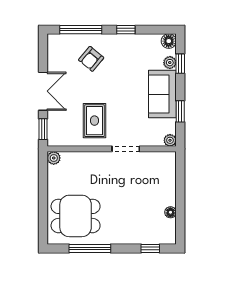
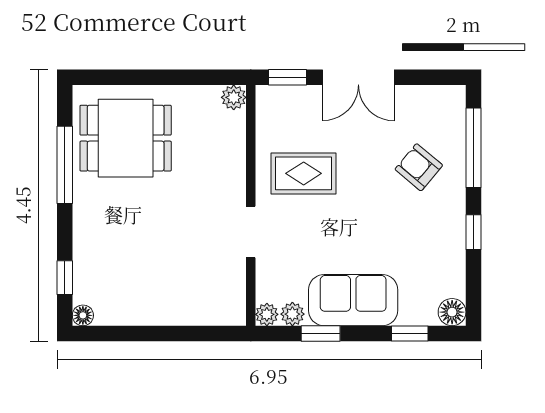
plant: (170, 63) -> (292, 314), moved
floor lamp: (170, 212) -> (83, 315), moved
dining table: (76, 216) -> (126, 138), turned 90

